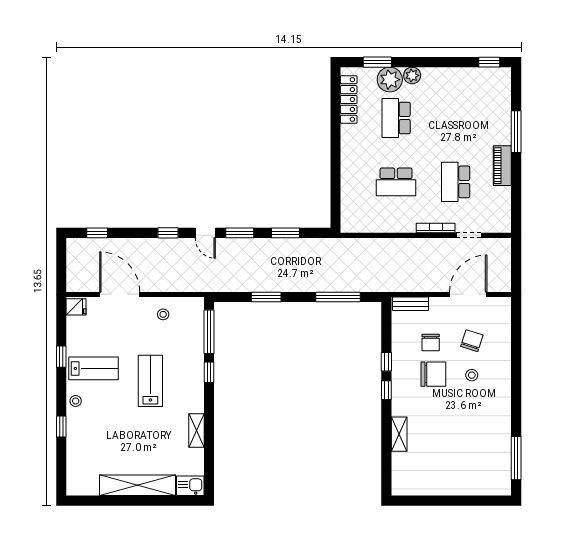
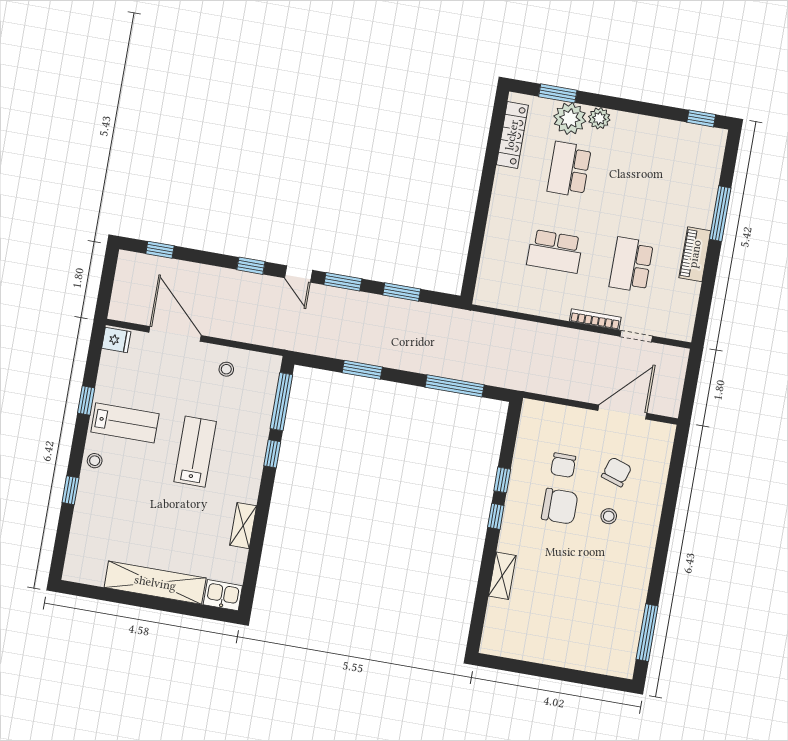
bench: (411, 304) -> (546, 411), removed

